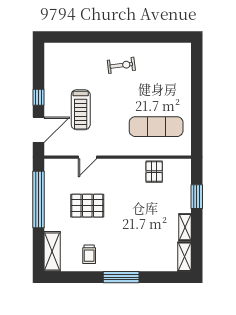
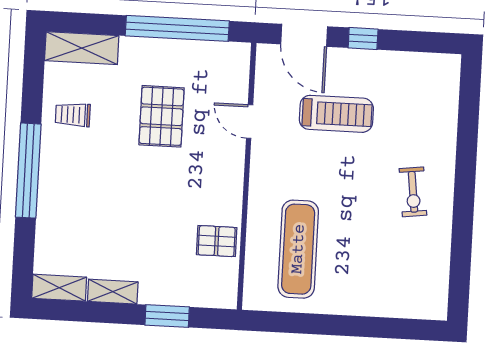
treadmill: (81, 110) -> (336, 114), turned 180
window: (121, 277) -> (28, 171), width x1.46

